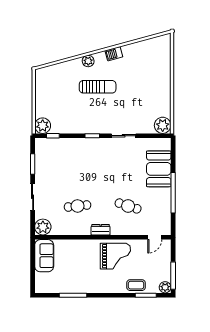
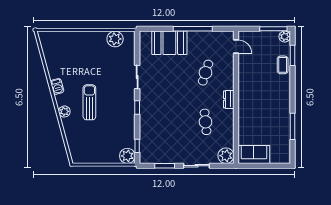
plant: (163, 125) -> (115, 39), moved
grand piano: (115, 256) -> (254, 85), removed

